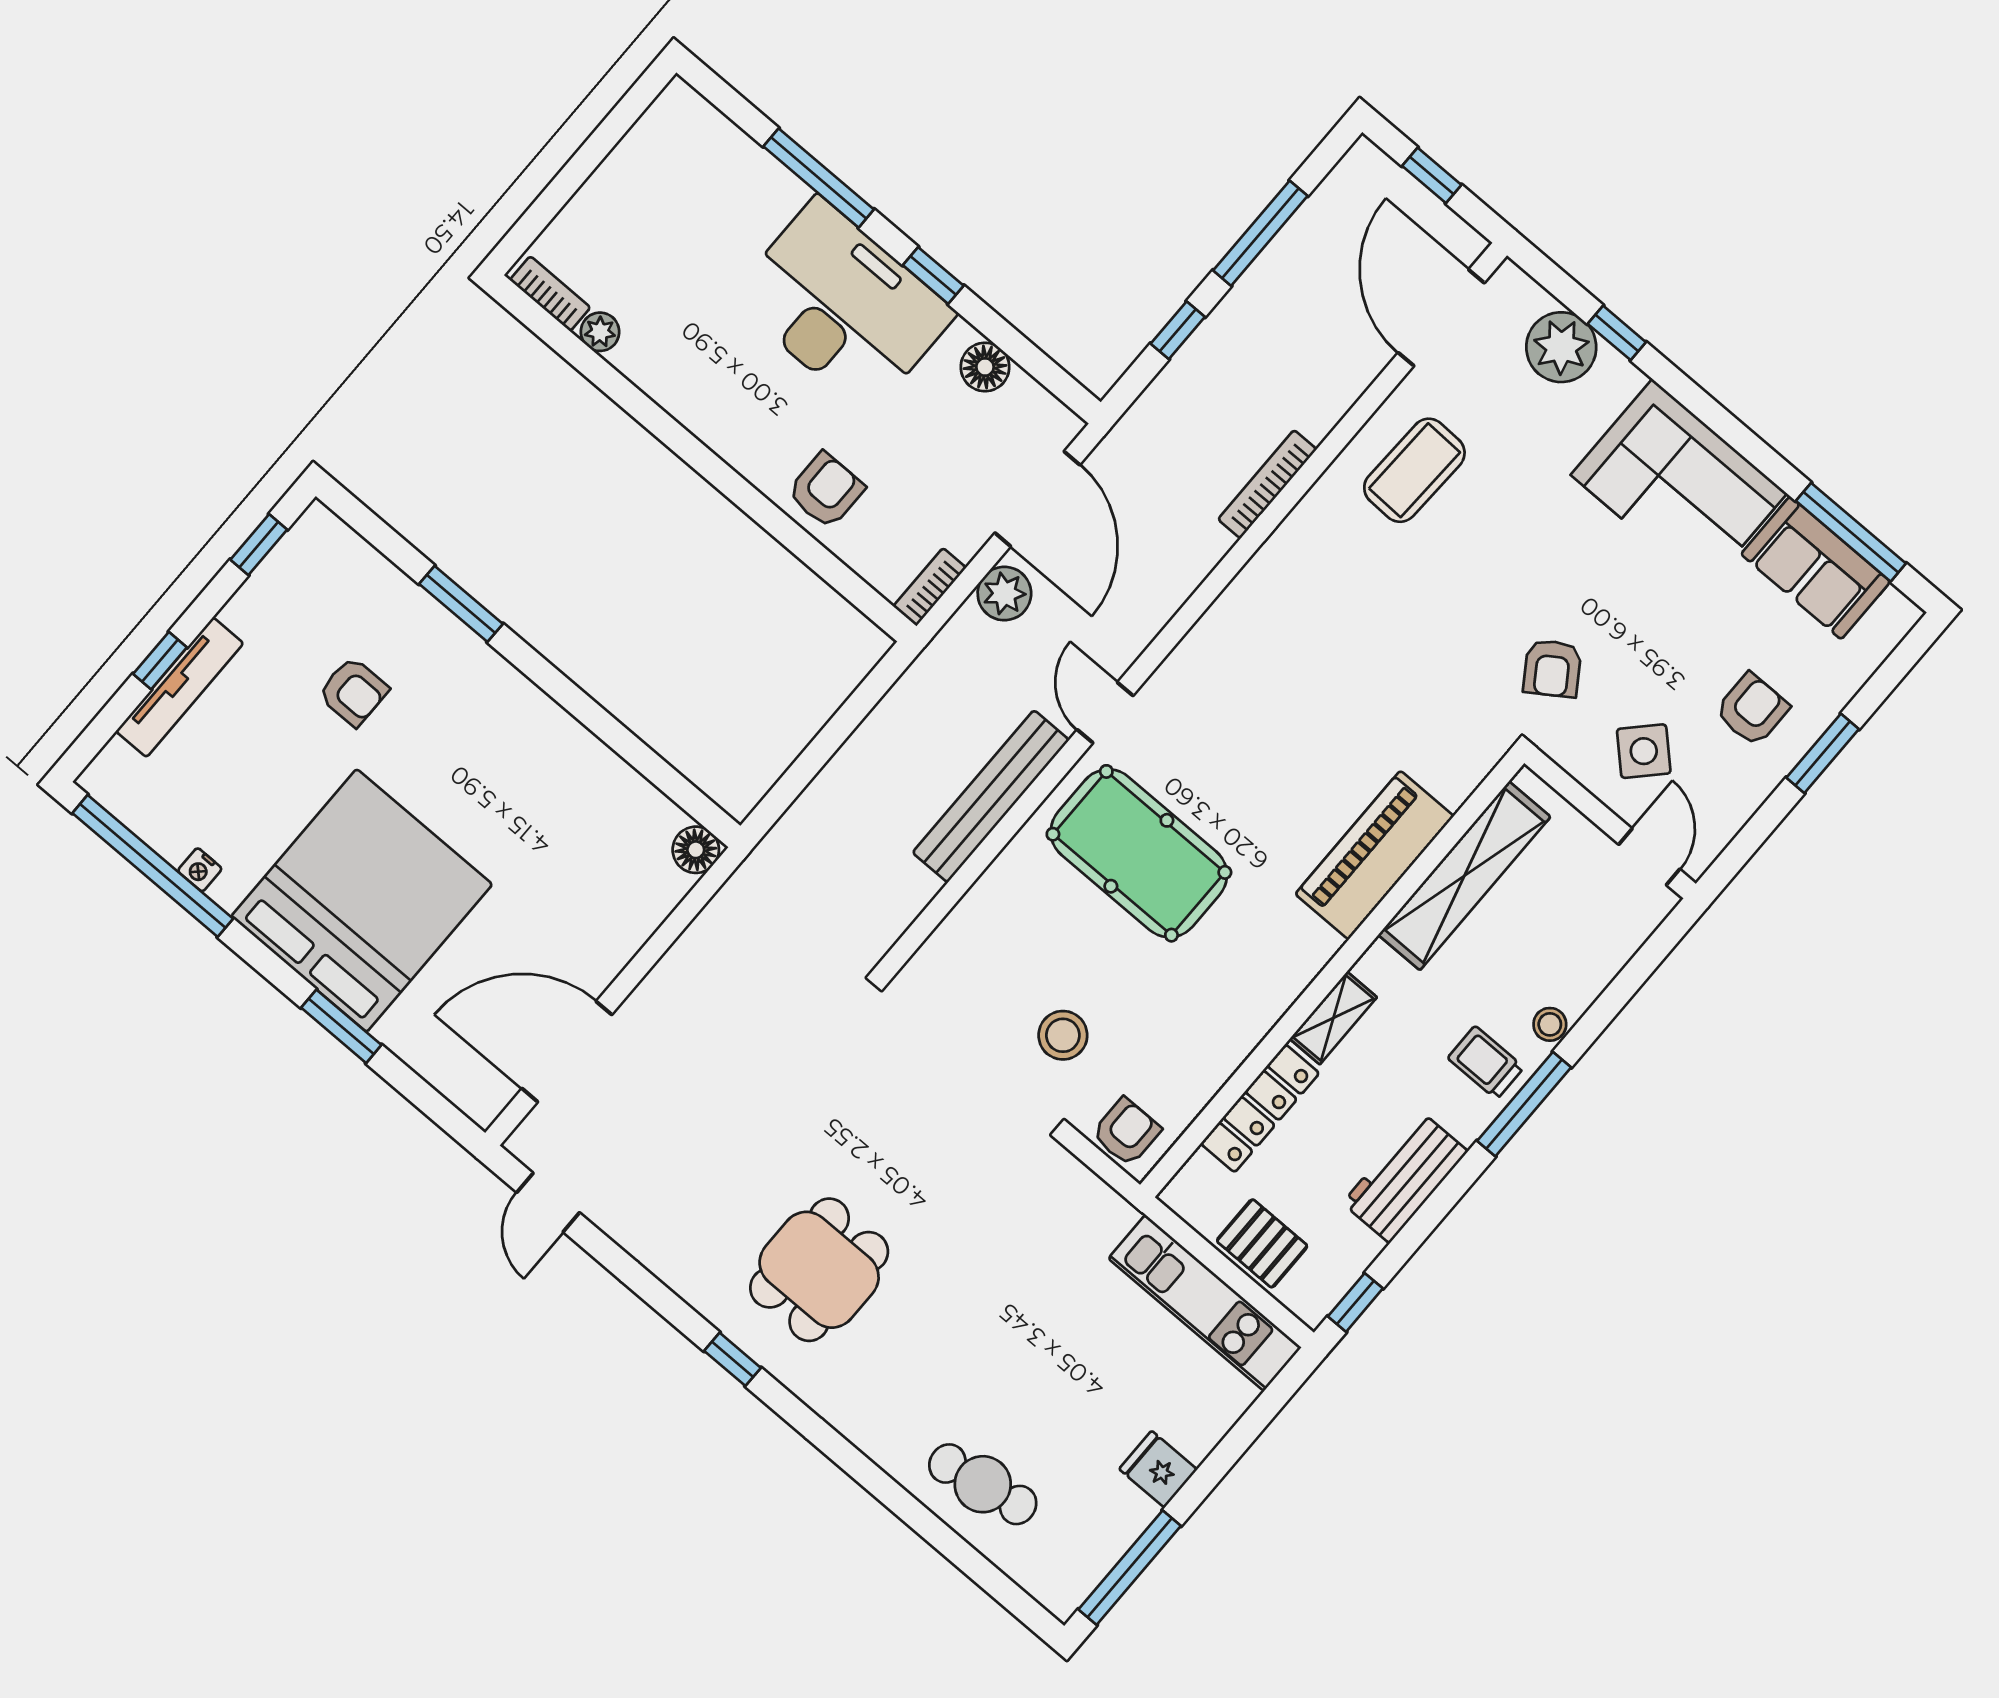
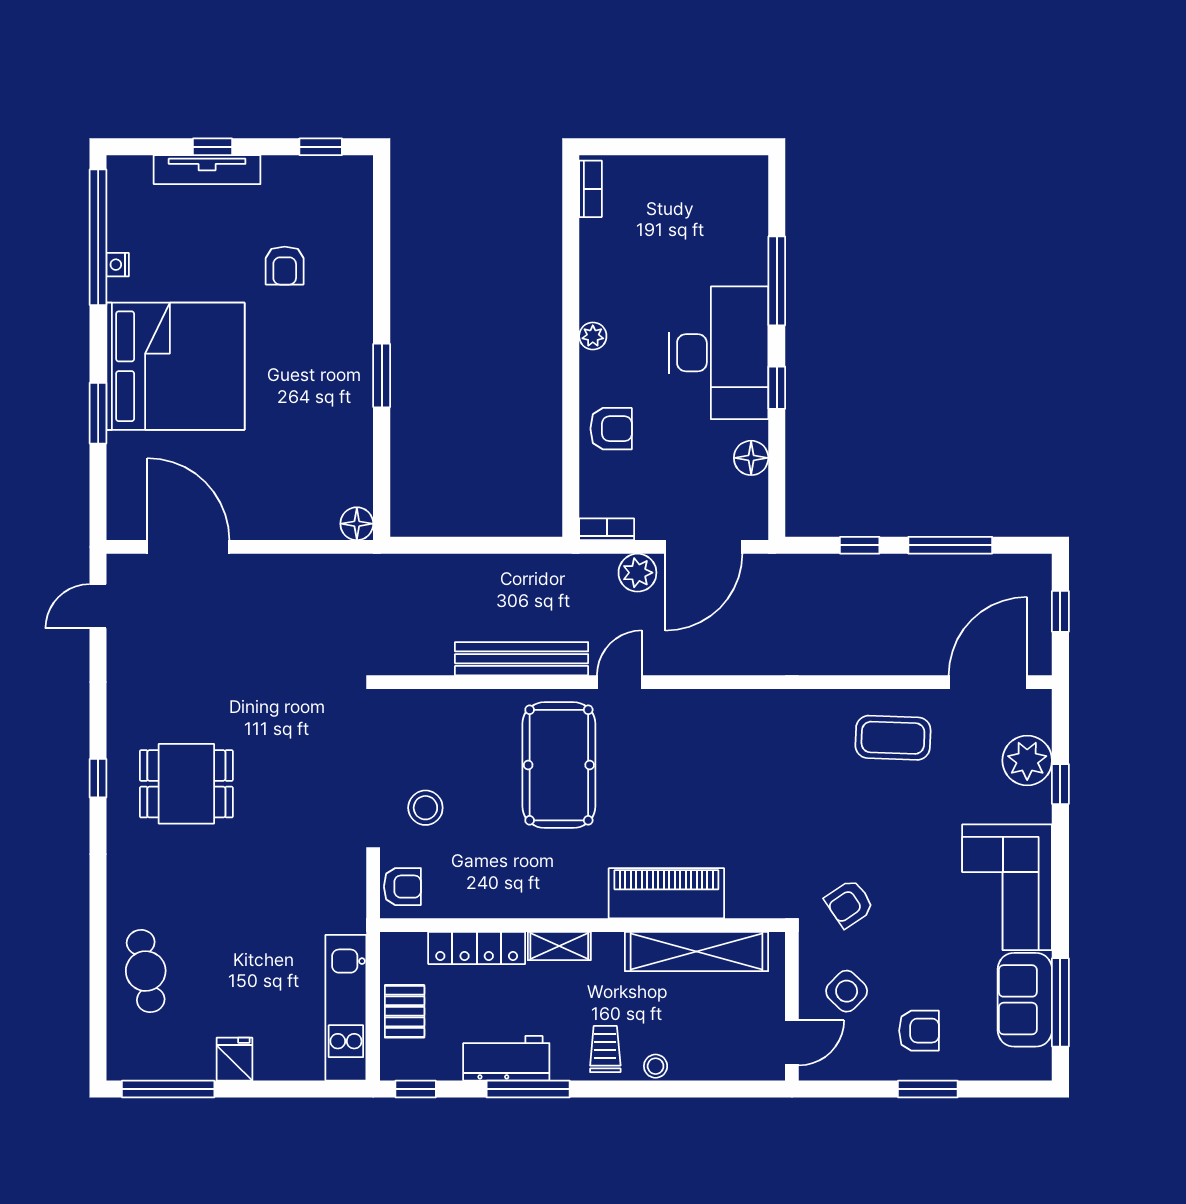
plant: (600, 332) -> (593, 336), moved
bookcase: (1267, 484) -> (818, 665), removed
window: (461, 604) -> (382, 376), moved
window: (1524, 1104) -> (528, 1089), moved

